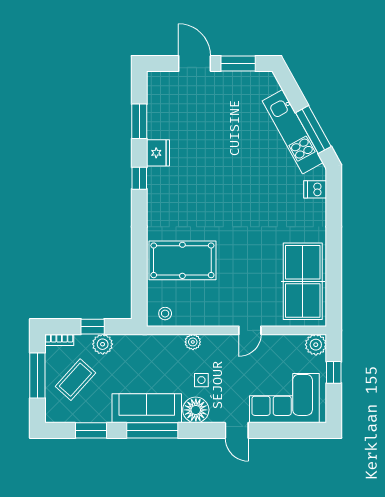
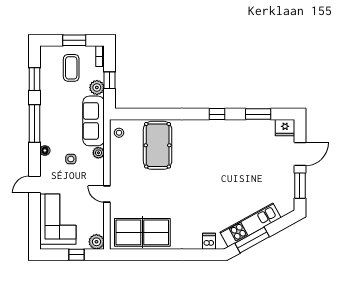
fridge: (158, 153) -> (285, 128), moved
window: (37, 375) -> (74, 40), width x0.69
coffee table: (75, 380) -> (71, 68), turned 48
sofa: (147, 408) -> (94, 121), moved, turned 180
floor lamp: (196, 410) -> (45, 151), width x0.53, depth x0.53

